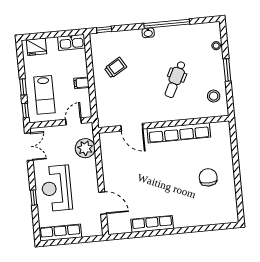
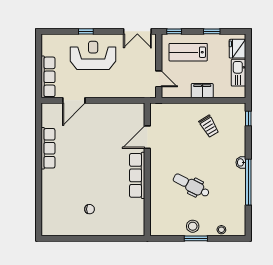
kitchen sink: (71, 42) -> (239, 73), moved
filing cabinet: (82, 83) -> (202, 91), width x2.00
window: (23, 87) -> (212, 31), moved
stool: (214, 96) -> (193, 226), moved
row of seats: (179, 133) -> (137, 175), width x0.73
plant: (85, 148) -> (131, 88), removed
chair: (208, 177) -> (90, 209), width x0.54, depth x0.54
row of seats: (60, 233) -> (48, 77), moved

